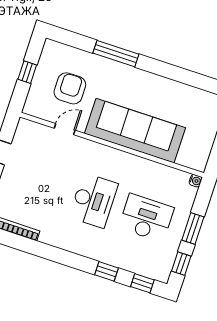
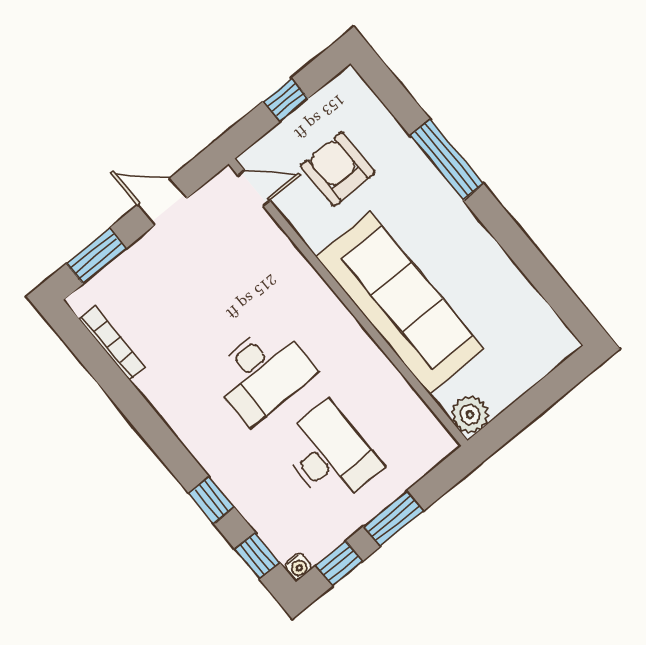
armchair: (70, 88) -> (338, 169), turned -90
door: (65, 129) -> (254, 188), moved
plant: (198, 161) -> (470, 415), added
water cooler: (196, 181) -> (298, 566), moved

